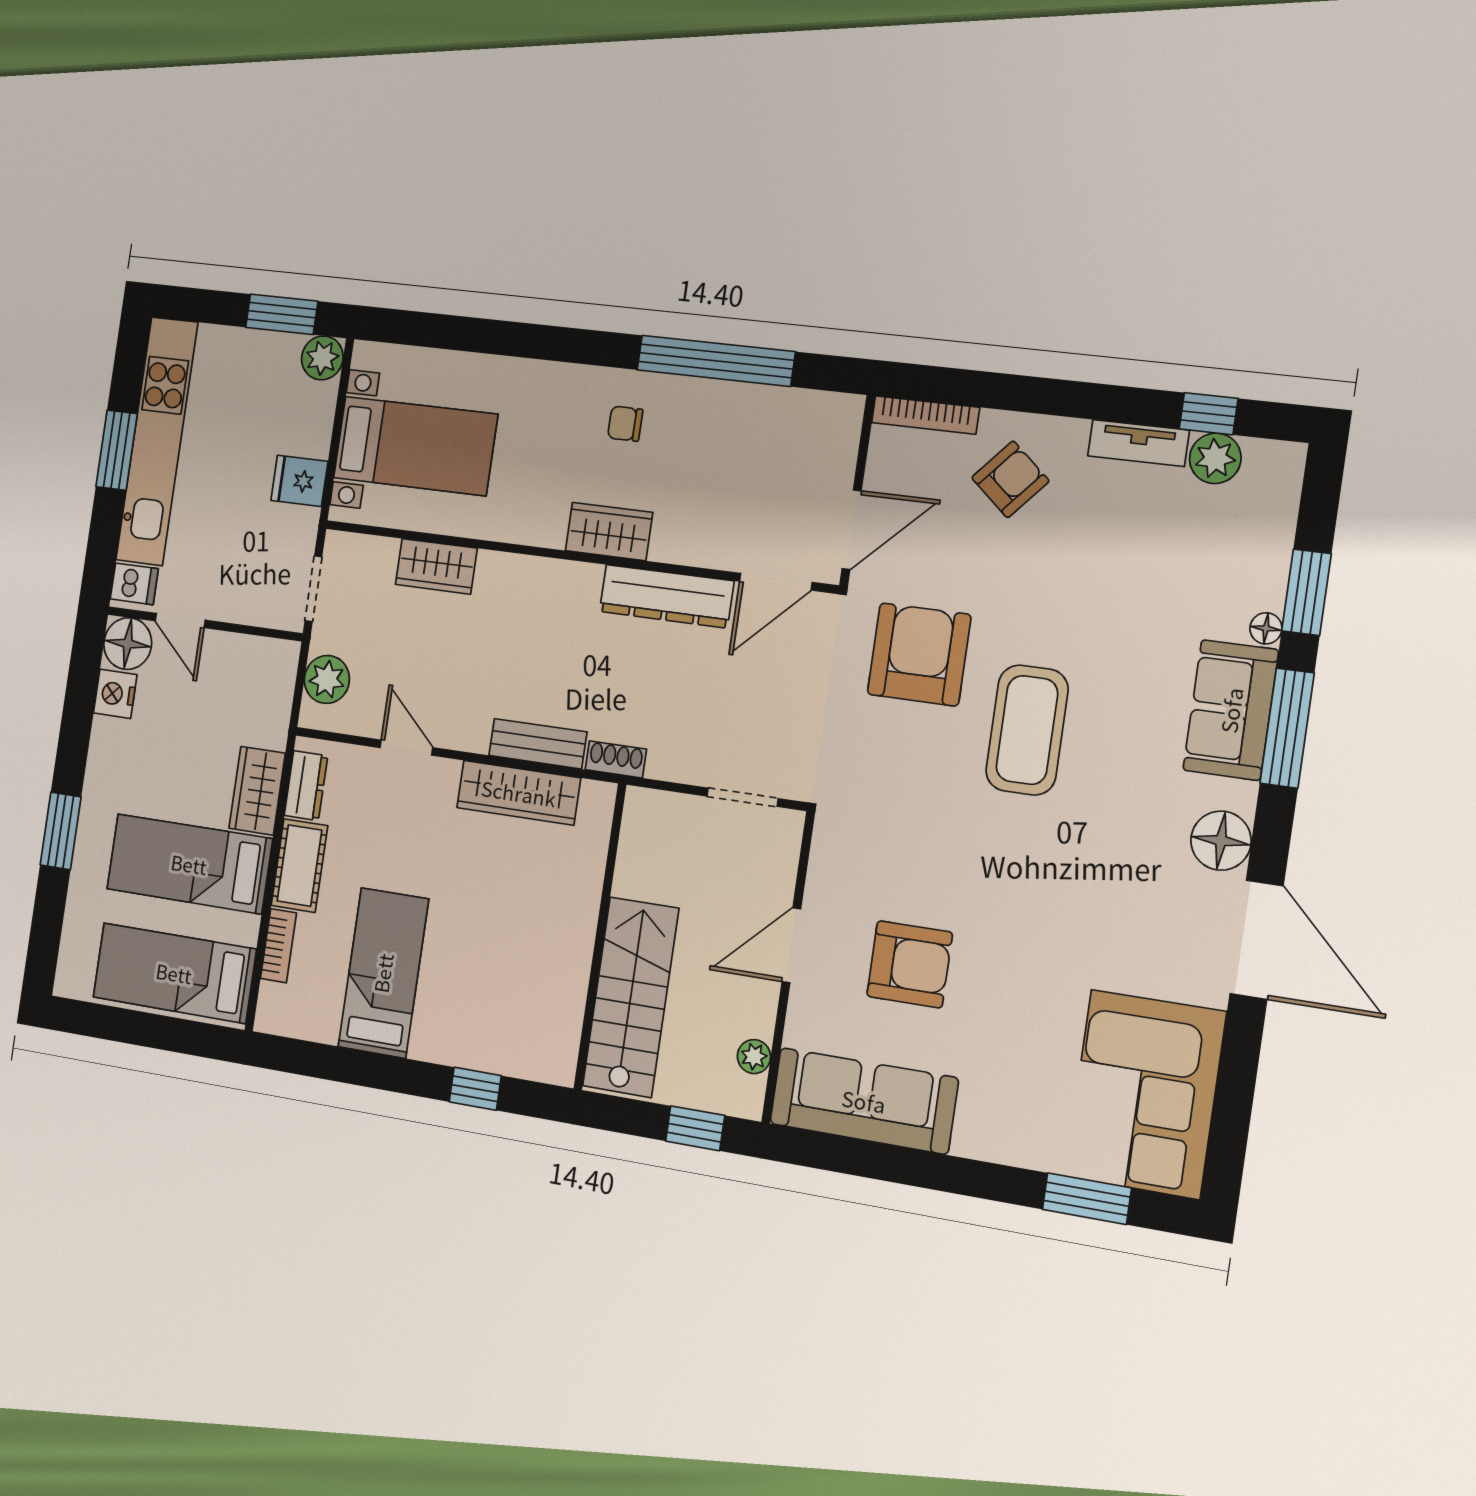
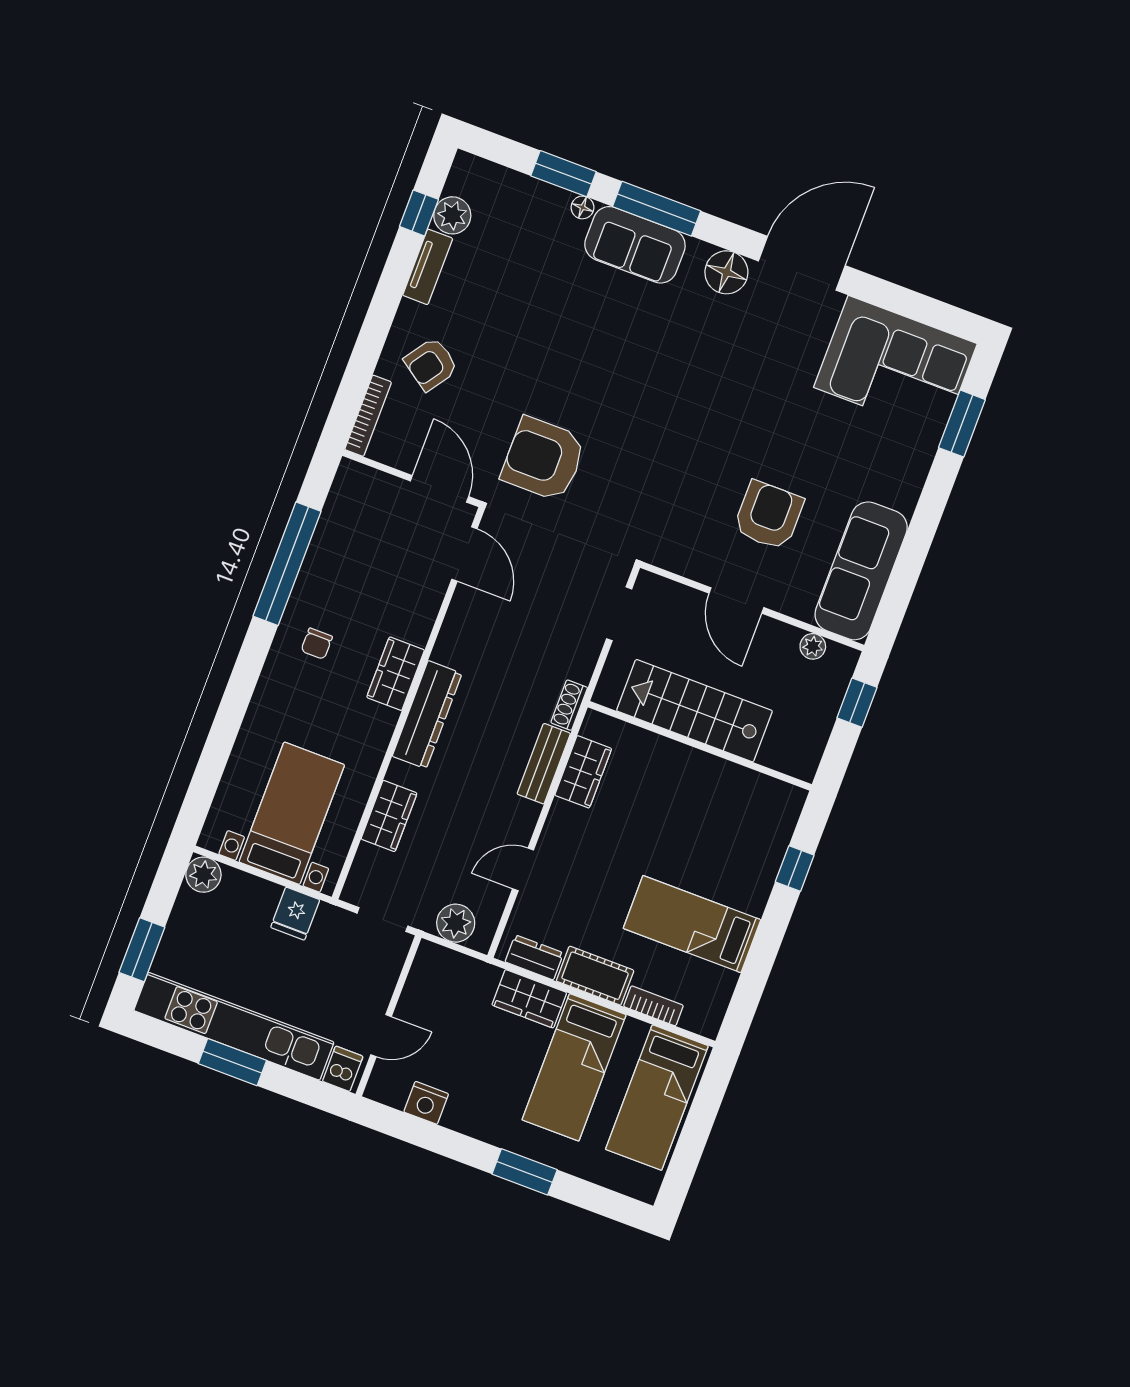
window: (282, 314) -> (142, 950), moved
armchair: (1010, 479) -> (431, 364), turned -96
dresser: (667, 596) -> (427, 715), moved
floor lamp: (128, 644) -> (389, 1084), removed
coffee table: (1027, 730) -> (617, 392), removed
wardrobe: (519, 793) -> (583, 772), width x0.67
stairs: (631, 997) -> (695, 711), moved

